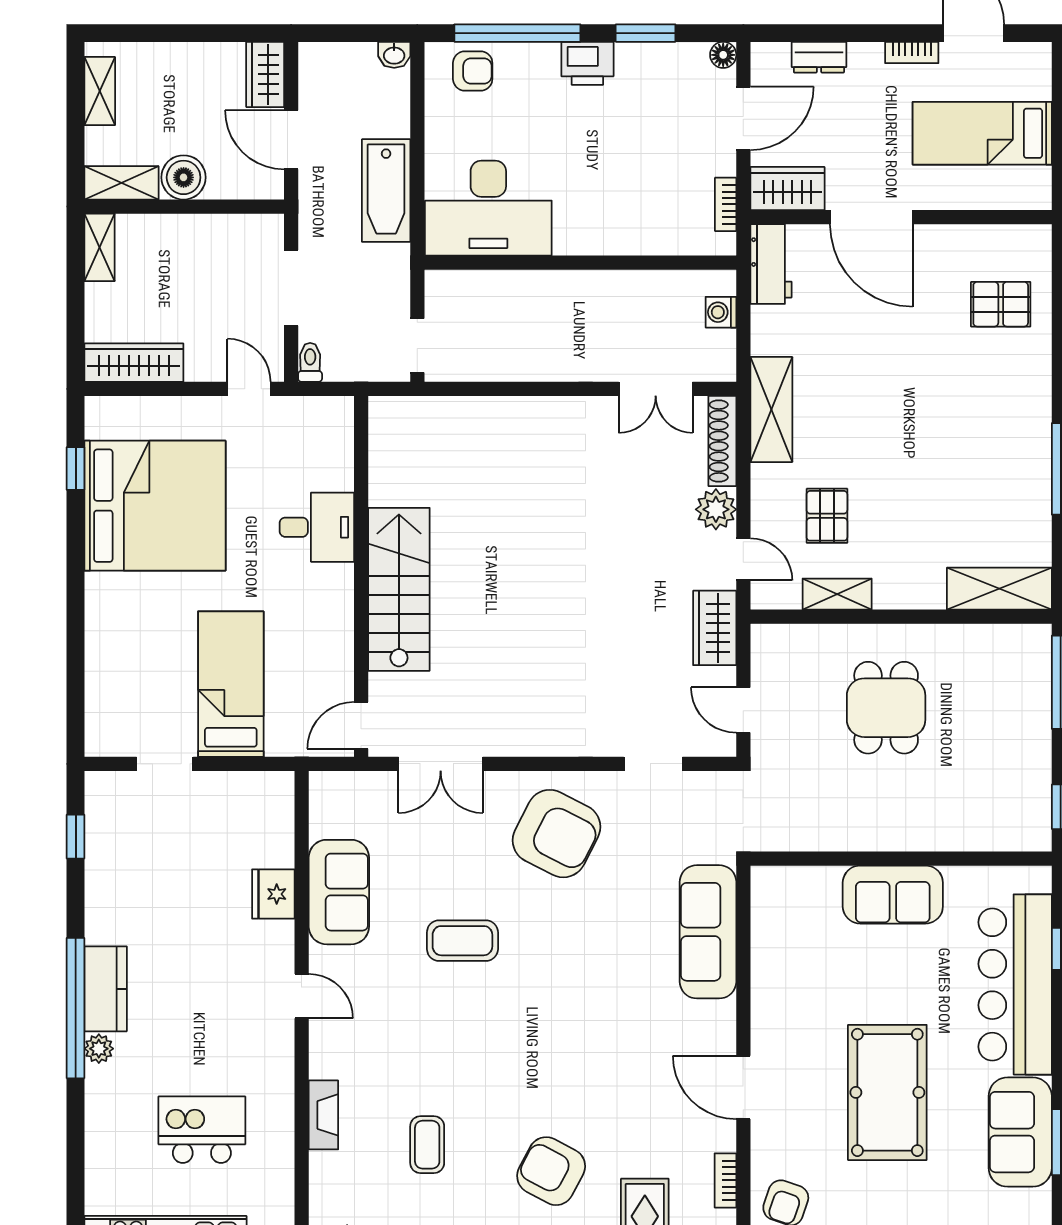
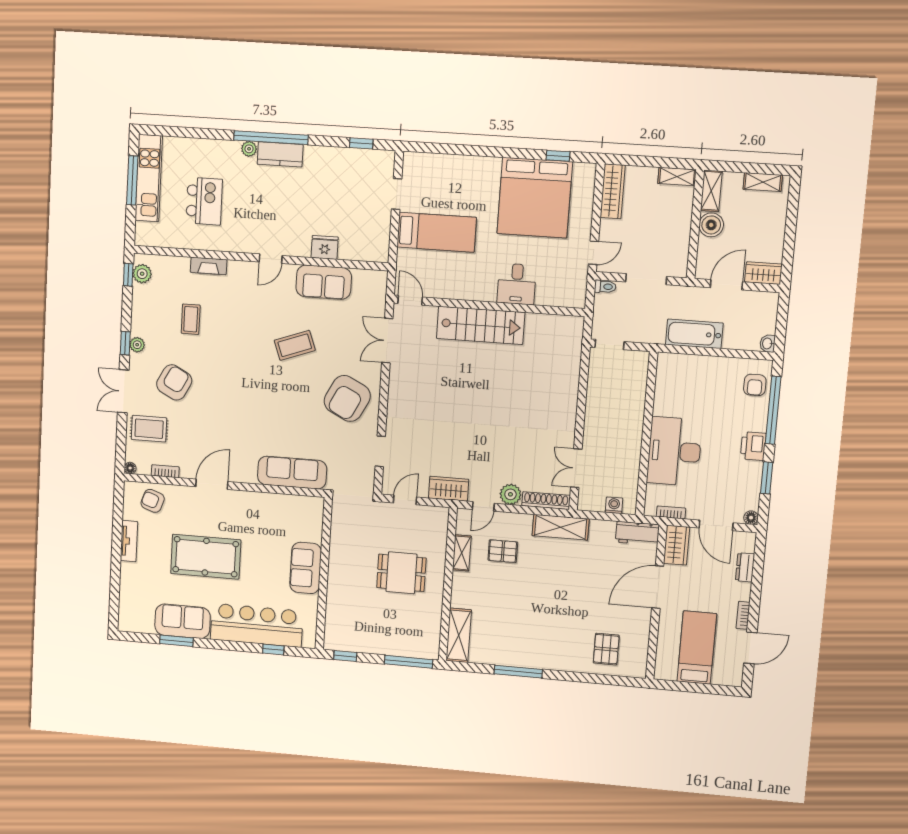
desk: (488, 208) -> (674, 451), moved
coffee table: (462, 941) -> (295, 345), turned 70
coffee table: (427, 1145) -> (191, 319), turned 90

